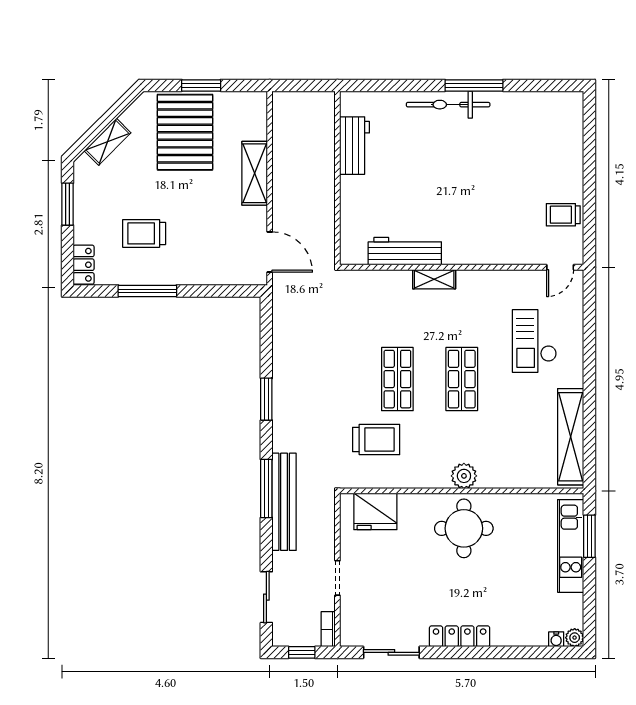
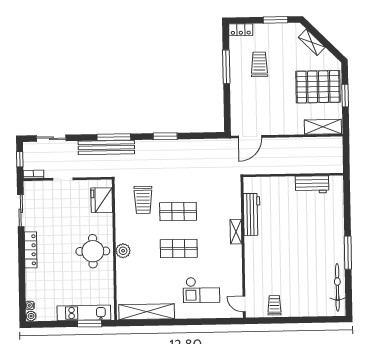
bicycle: (448, 105) -> (337, 287), moved
shelving: (255, 173) -> (323, 127), moved
checkout: (534, 341) -> (201, 290), turned 180

